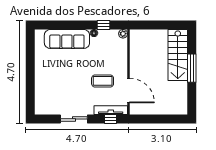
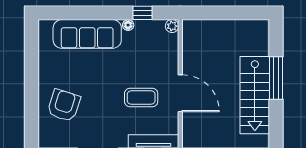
stairs: (178, 55) -> (255, 95), moved
armchair: (51, 86) -> (64, 105), added
door: (128, 90) -> (180, 93), moved

